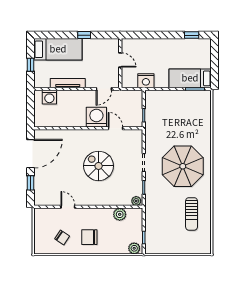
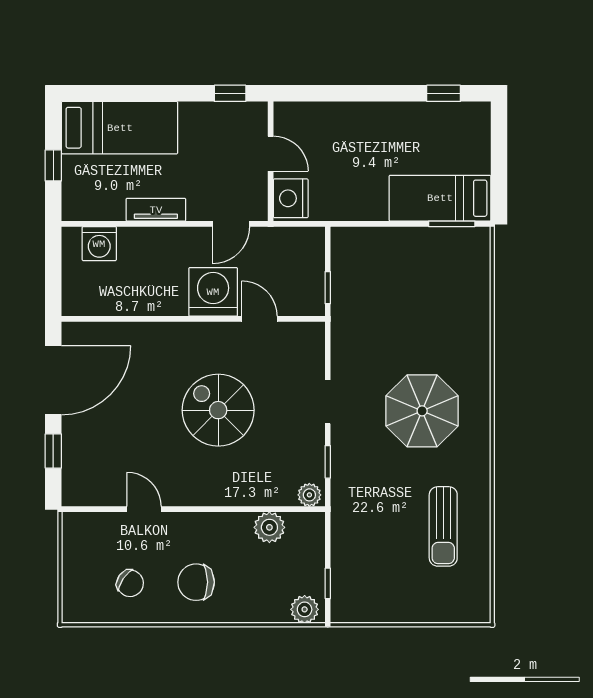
window: (84, 35) -> (230, 93), moved
nightstand: (146, 81) -> (291, 198), moved, turned 90
tv unit: (68, 83) -> (156, 210), width x0.71
parasol: (183, 166) -> (422, 411), width x0.73, depth x0.73

